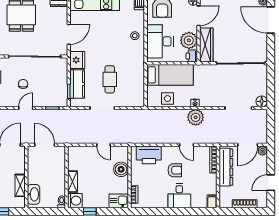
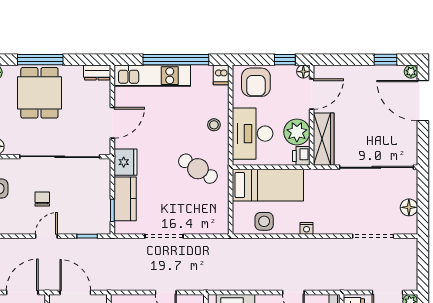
cafe table: (110, 79) -> (198, 169), moved, turned -58
floor lamp: (262, 101) -> (409, 207), moved
plant: (196, 117) -> (307, 250), removed

